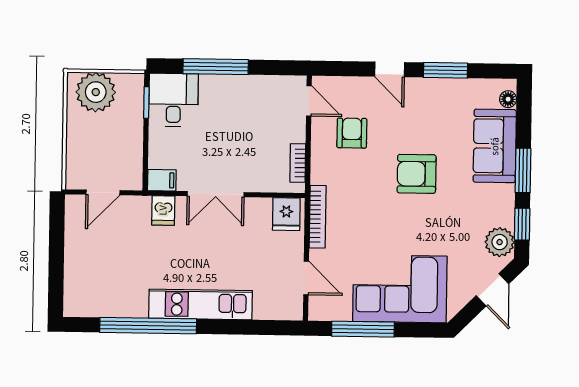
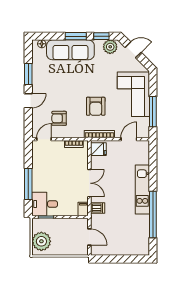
sofa: (495, 146) -> (70, 50), width x1.36
armchair: (417, 174) -> (96, 106), moved

